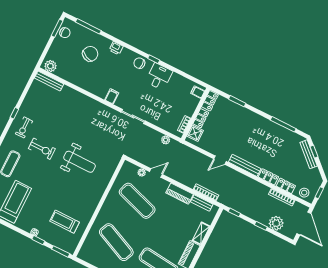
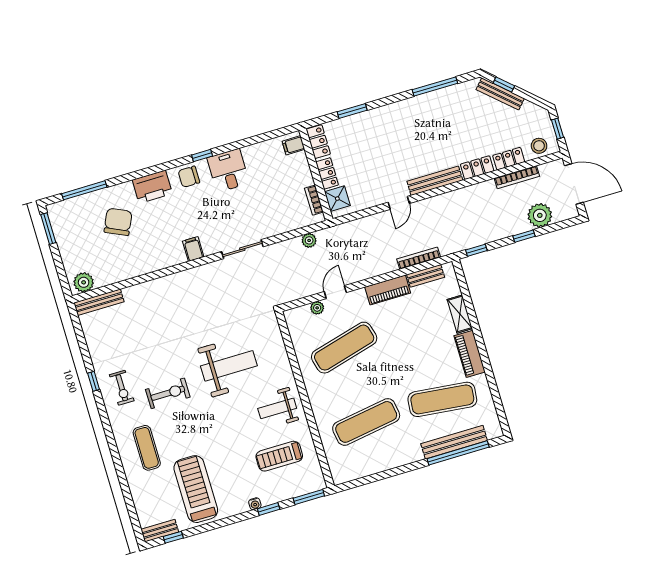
chair: (65, 33) -> (63, 225), removed
printer: (116, 48) -> (152, 187), width x1.87, depth x1.48
weight bench: (83, 200) -> (277, 408), added
exercise mat: (137, 201) -> (344, 348), turned -33
exercise mat: (116, 242) -> (366, 422), turned -33

